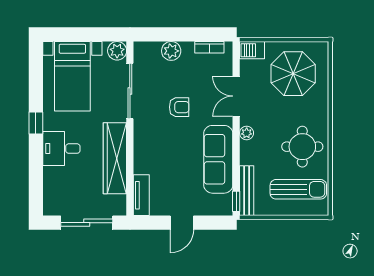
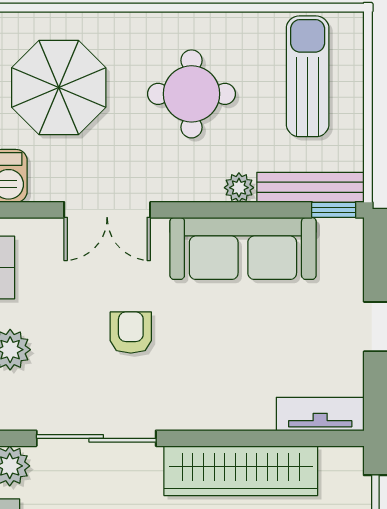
plant: (247, 133) -> (239, 188), moved
round table: (302, 147) -> (191, 94), moved

